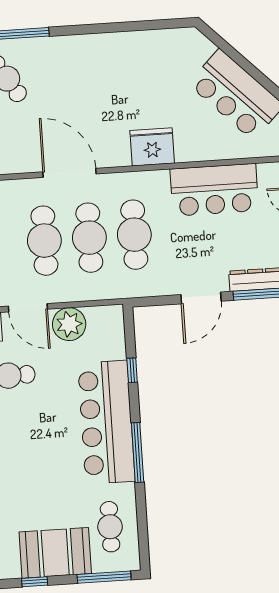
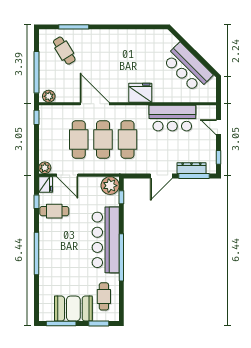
plant: (69, 324) -> (110, 186), moved
window: (132, 370) -> (121, 197), moved
window: (138, 453) -> (121, 257), width x1.46
window: (104, 577) -> (99, 323), width x0.69
window: (35, 582) -> (61, 323), width x2.17

